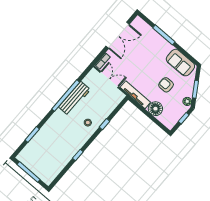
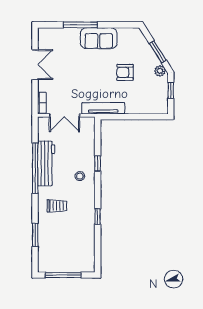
double door: (118, 35) -> (35, 65), width x0.73
sofa: (180, 63) -> (99, 38), moved
double door: (109, 80) -> (65, 115), swing flipped
floor lamp: (155, 109) -> (135, 105), removed
trolley: (60, 129) -> (57, 206), added

